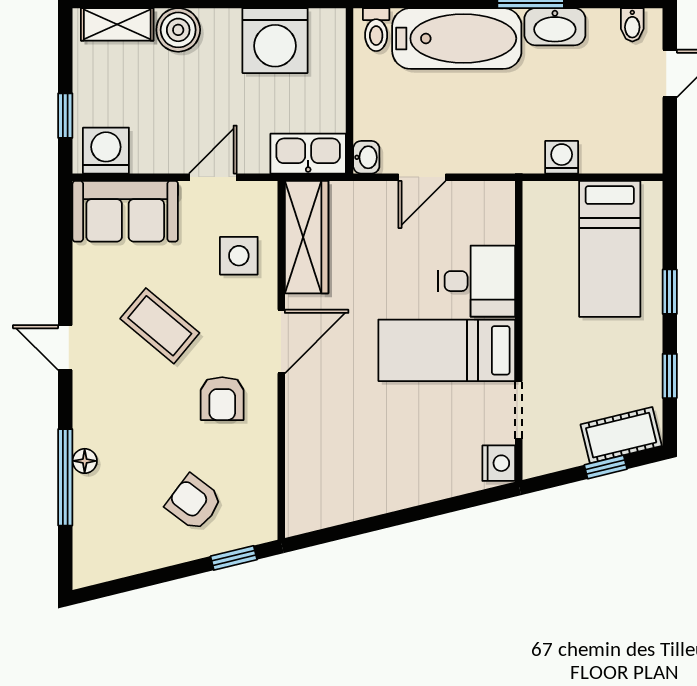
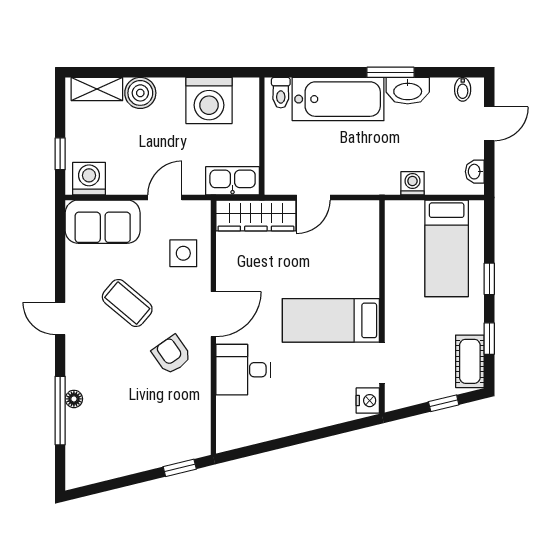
washbasin: (366, 157) -> (475, 172), moved, turned 180
wardrobe: (307, 237) -> (256, 216), moved, turned 90
desk: (477, 281) -> (243, 370), moved, turned 180
armchair: (222, 399) -> (172, 355), turned 145
cot: (621, 435) -> (470, 361), moved, turned -76
armchair: (194, 503) -> (151, 428), removed

